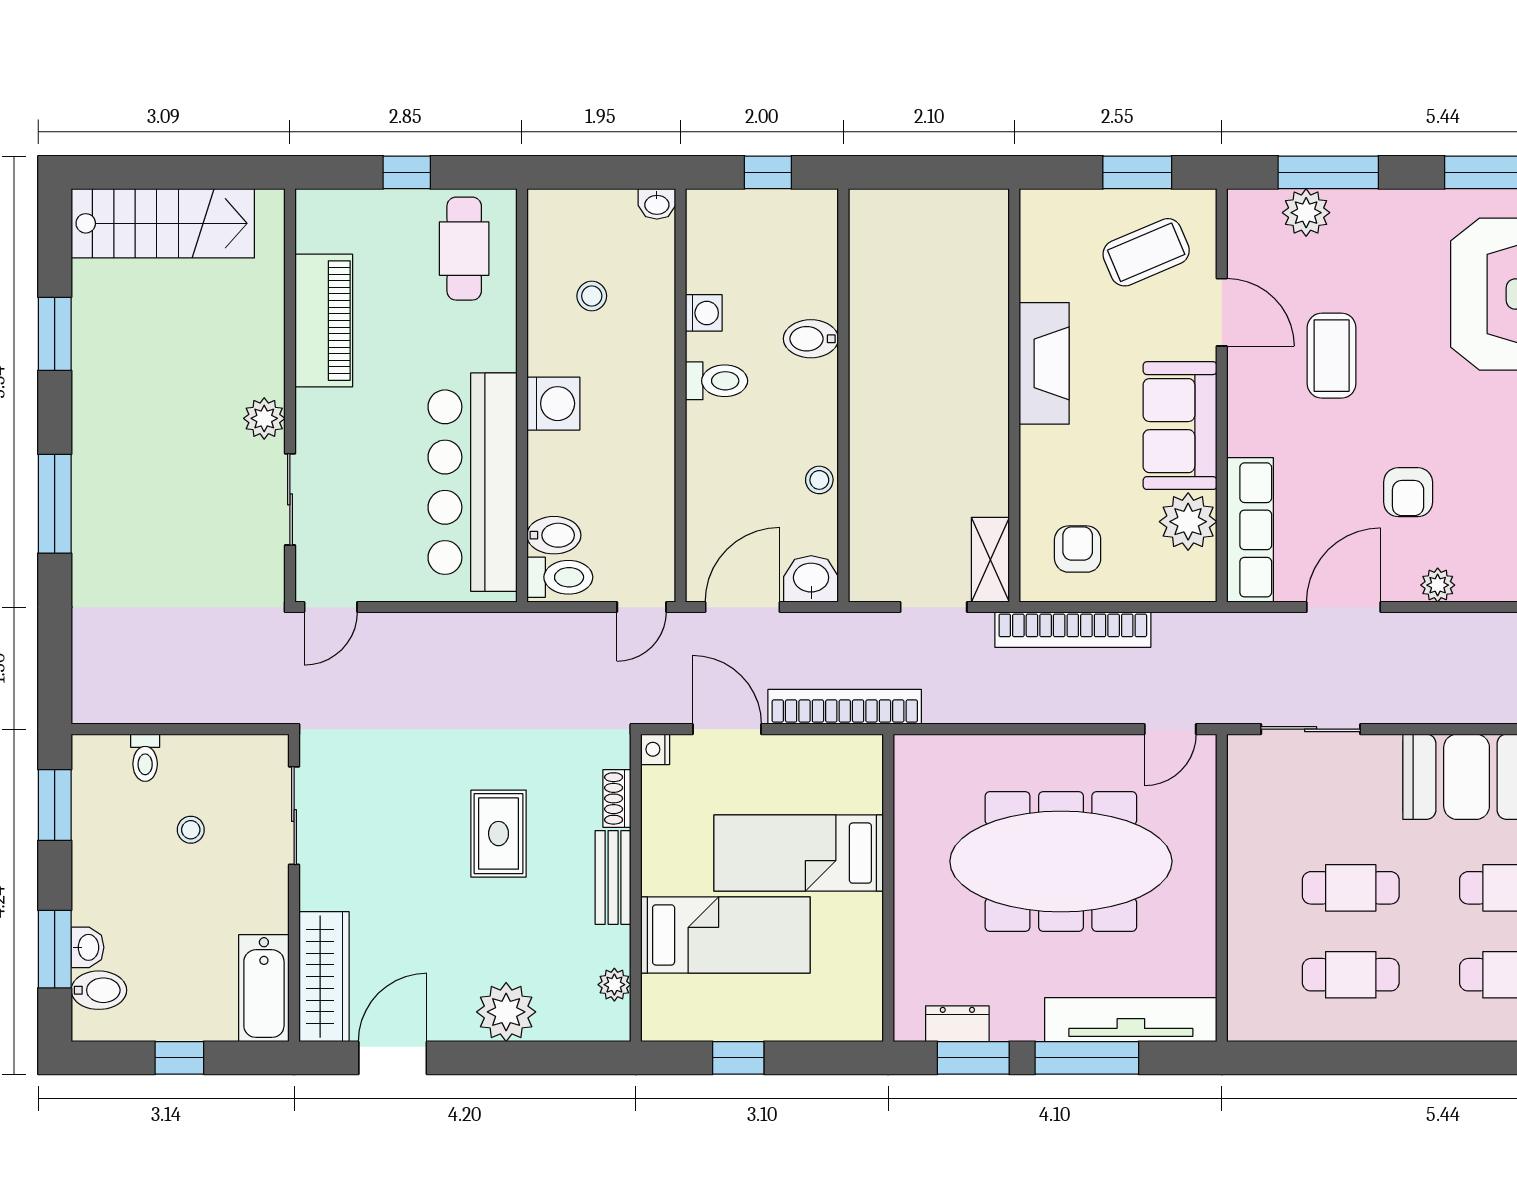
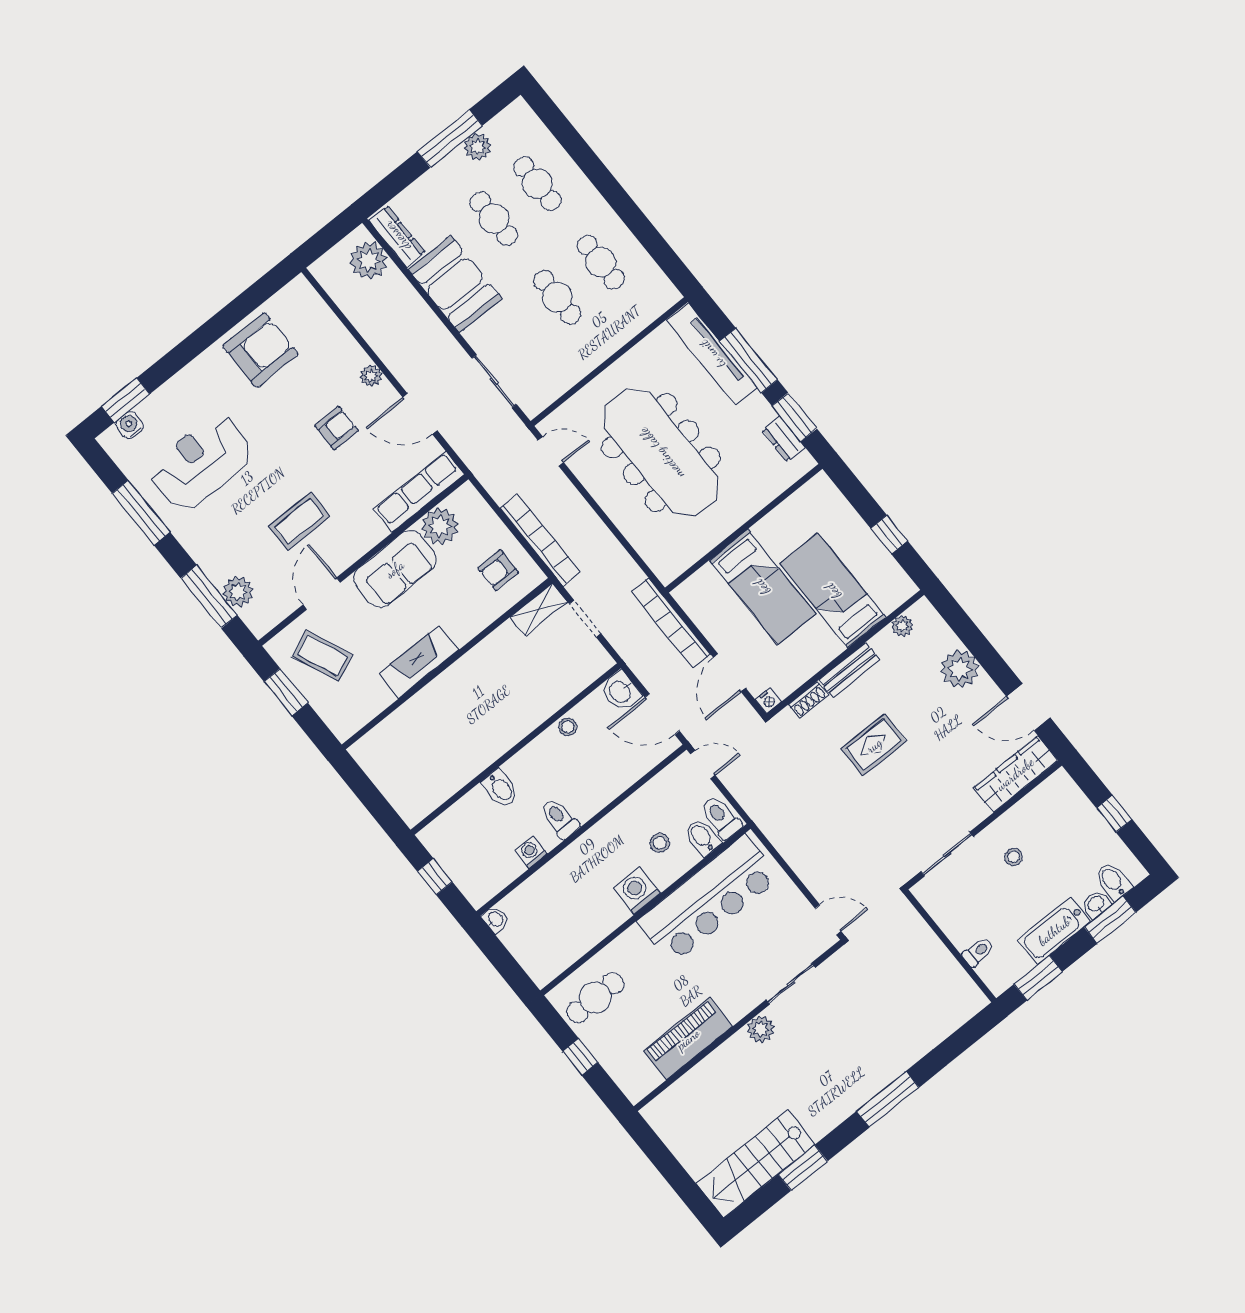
stairs: (163, 223) -> (756, 1164), moved, turned -90
stool: (592, 296) -> (660, 843), moved
stool: (191, 830) -> (1013, 857), moved
bathtub: (264, 988) -> (1054, 931), moved, turned 180

